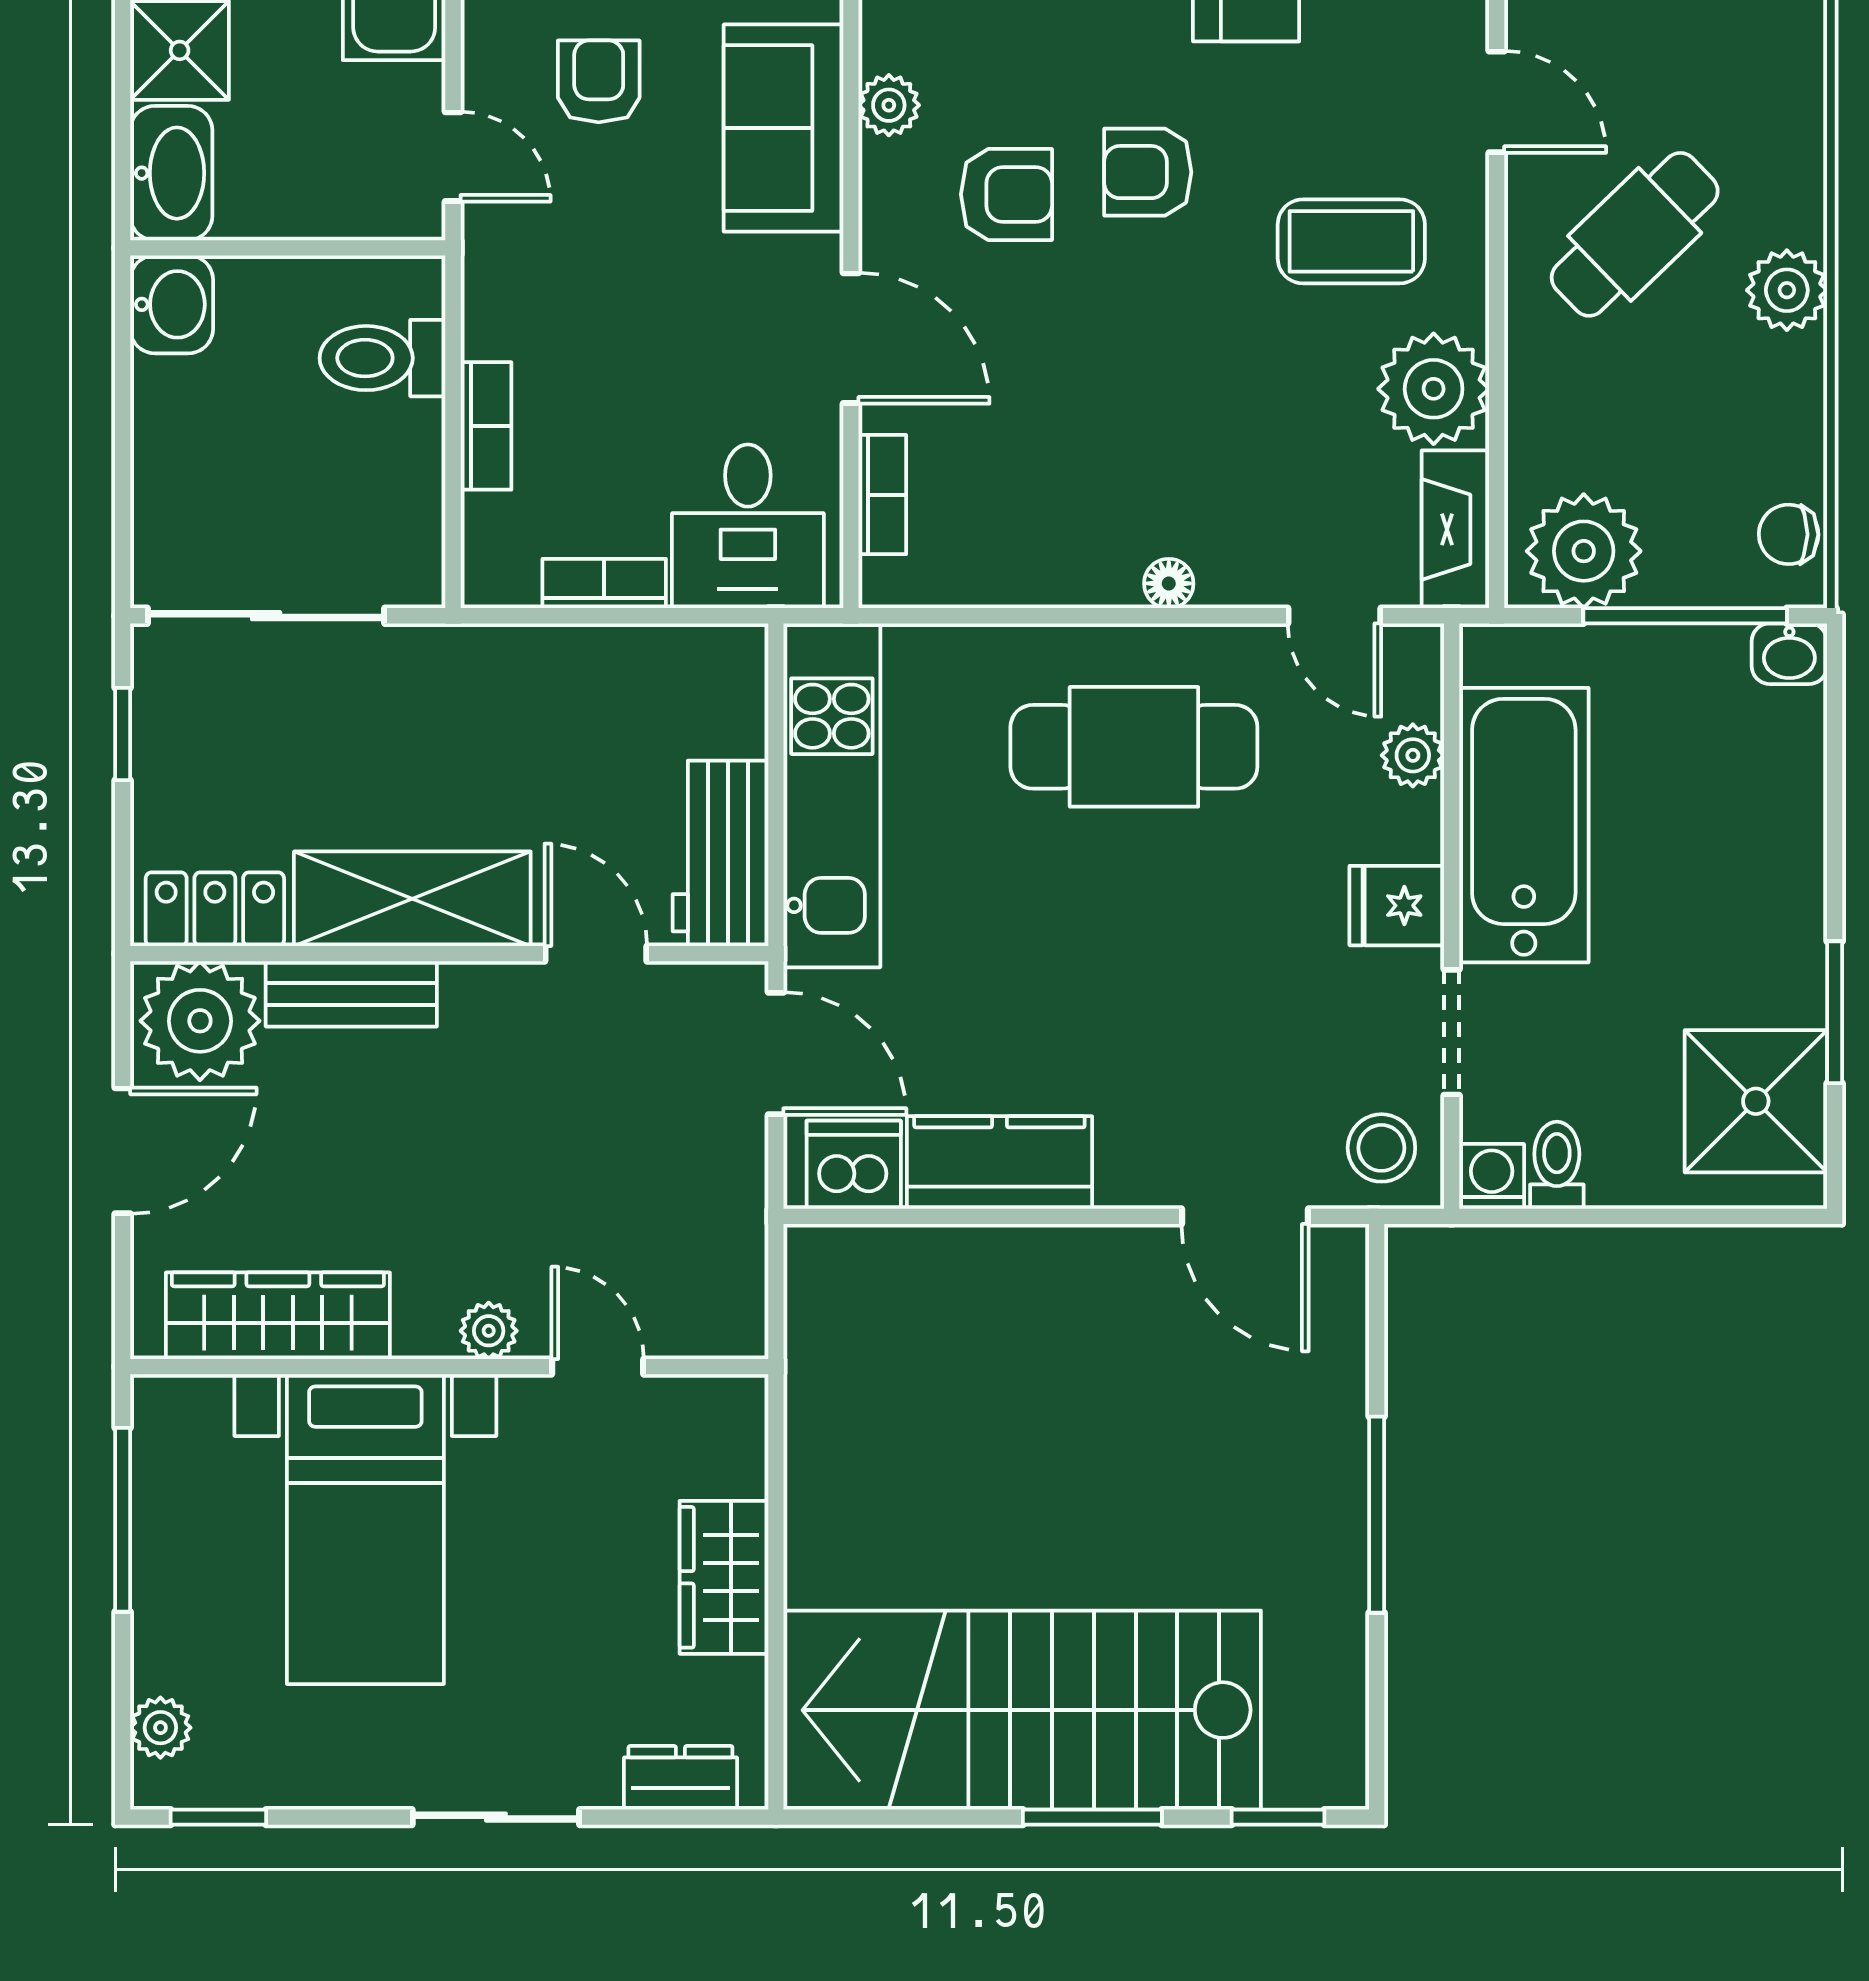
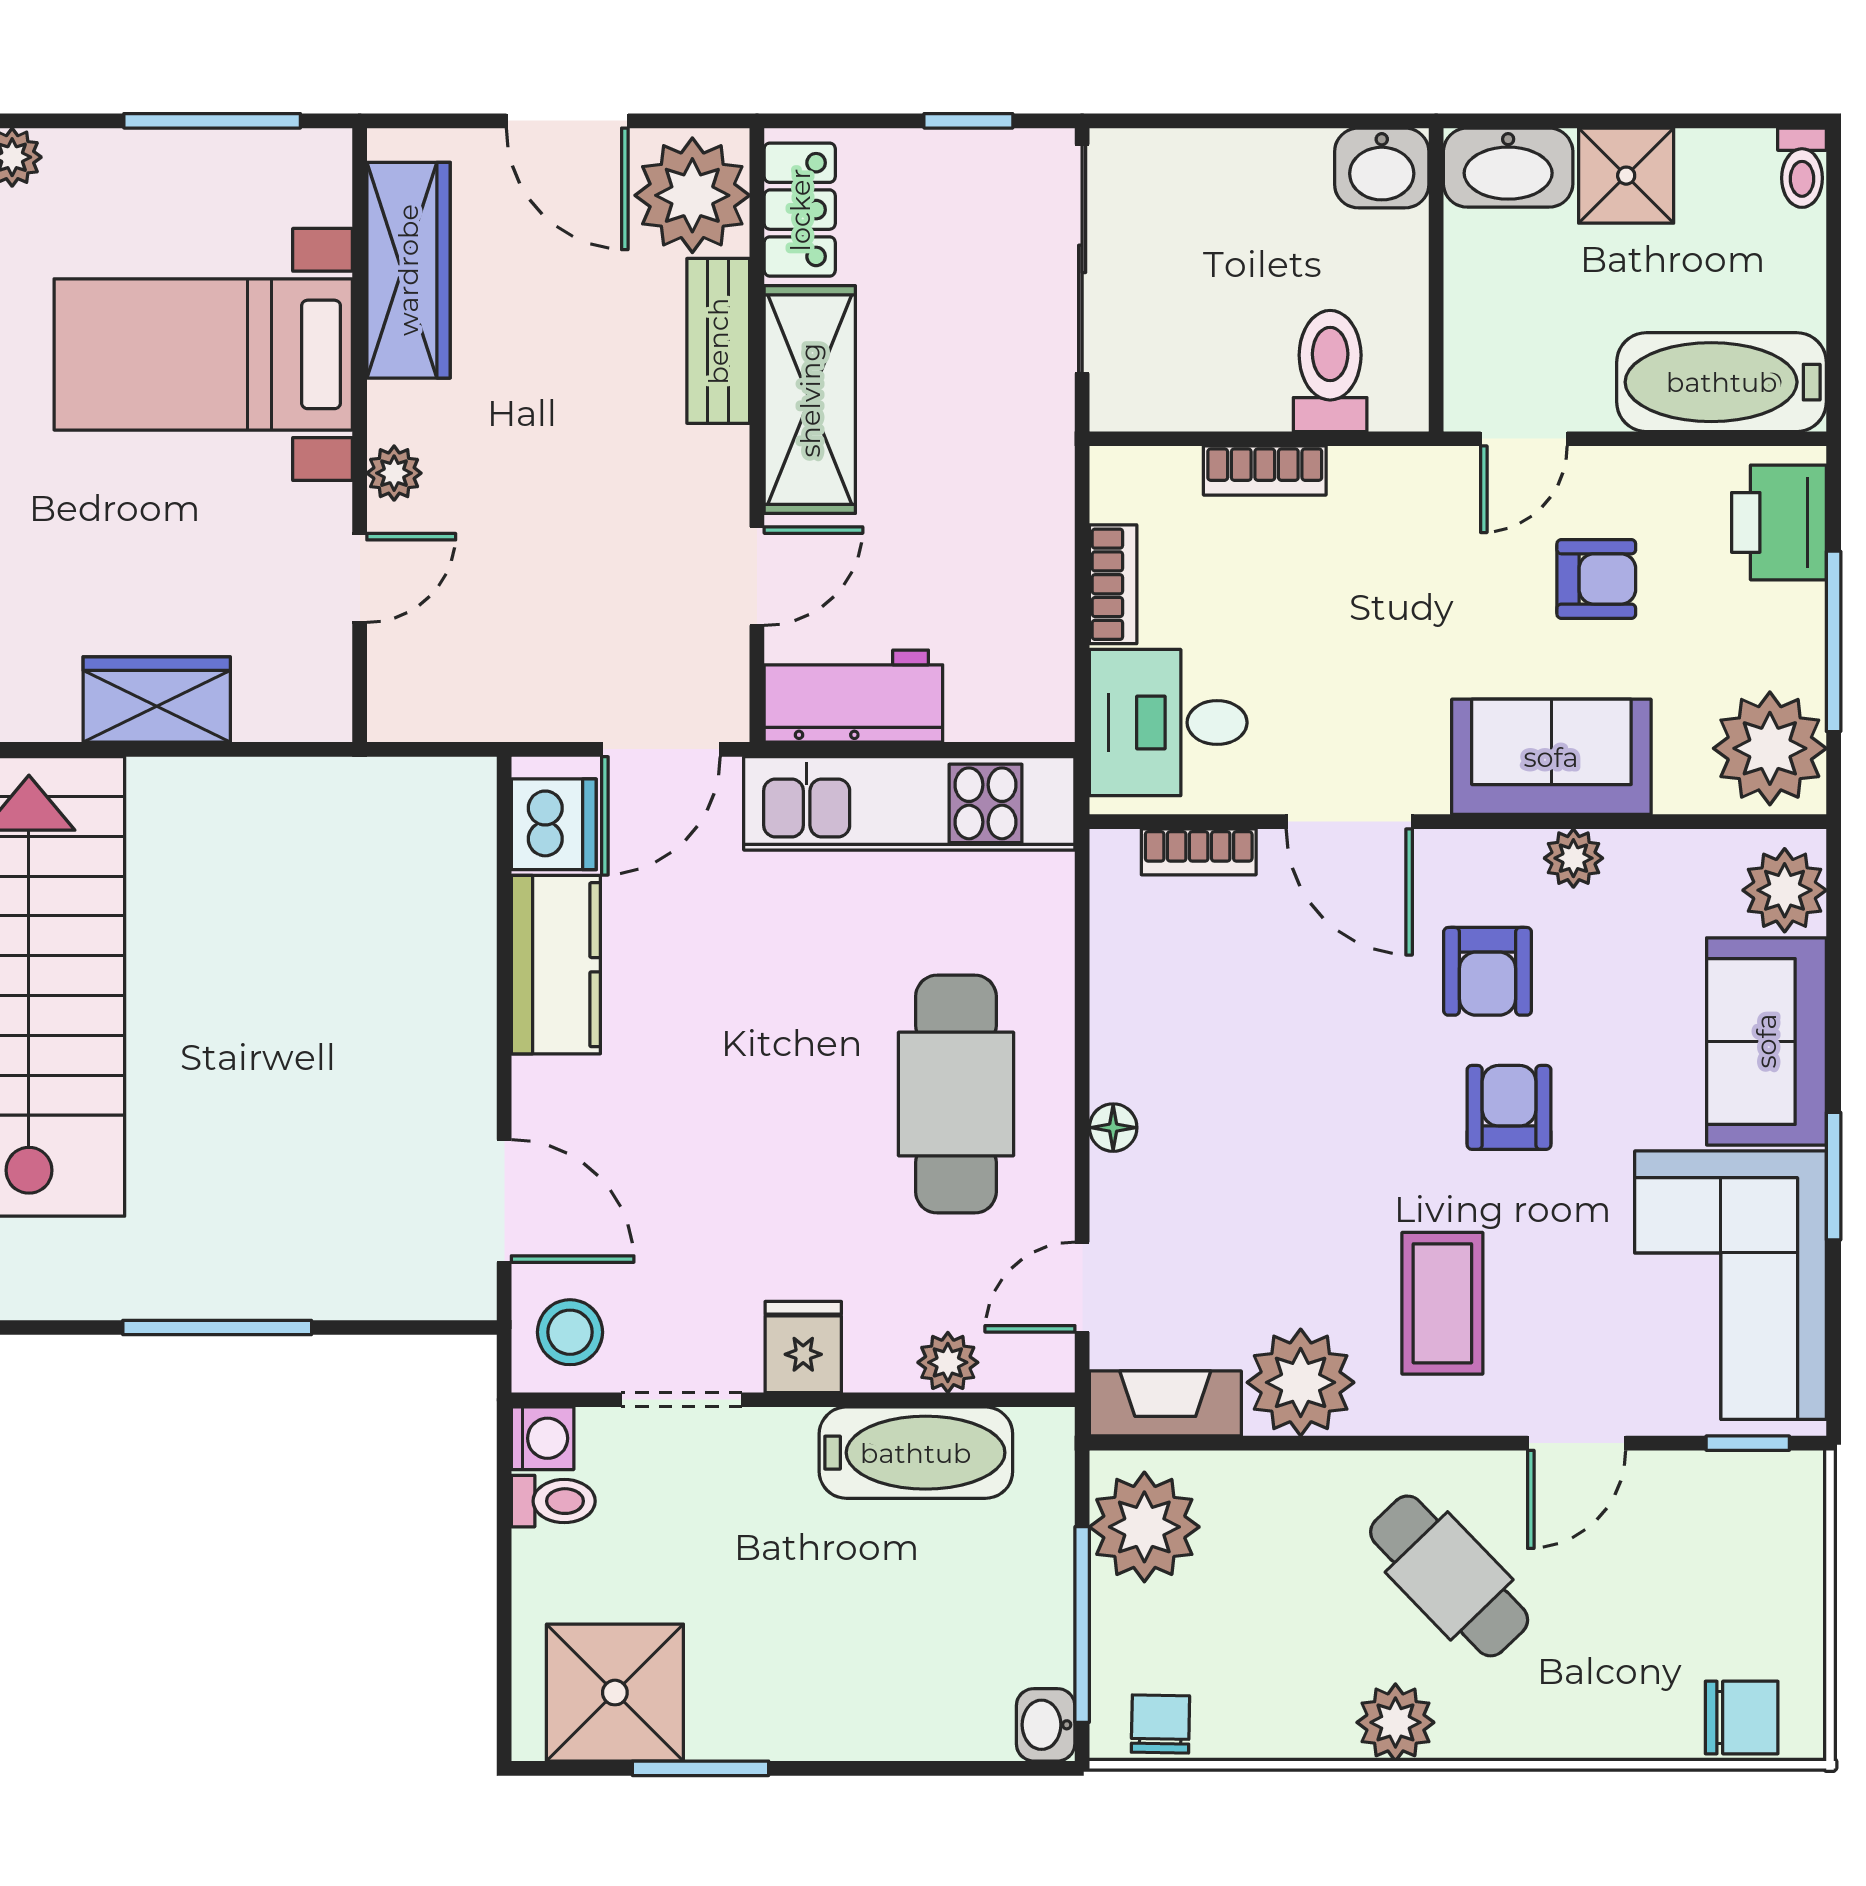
door: (851, 338) -> (1349, 822), hinge flipped
bathtub: (1524, 825) -> (916, 1453), width x0.73, depth x0.73
door: (1245, 1216) -> (504, 1201), swing flipped

